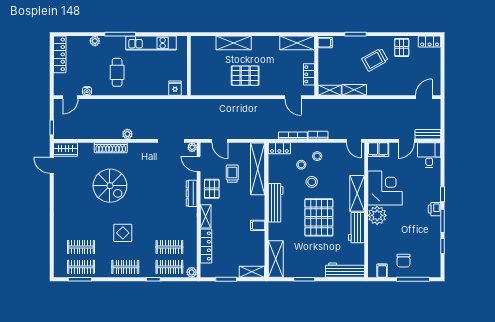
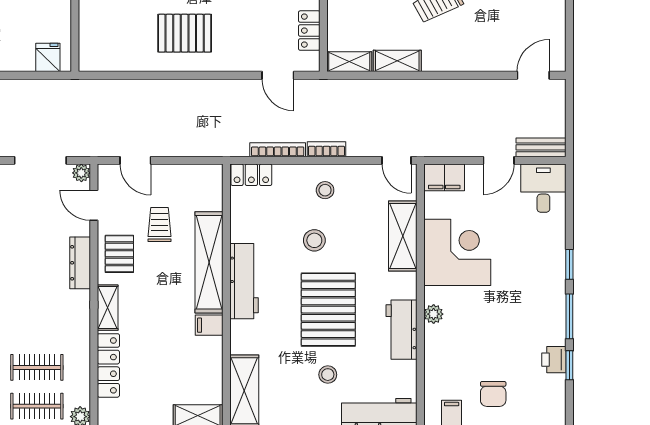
stool: (301, 165) -> (328, 375), moved
shelving: (258, 169) -> (209, 262), moved
shelving: (357, 193) -> (403, 236), moved
printer: (435, 209) -> (554, 360), moved
plant: (377, 215) -> (434, 314), width x0.53, depth x0.53

